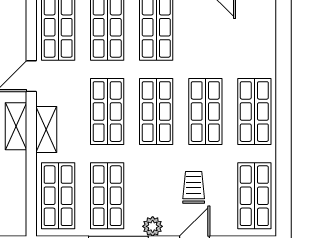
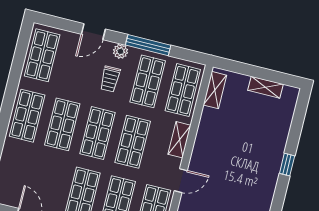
shelving: (16, 126) -> (215, 90), moved
trolley: (194, 187) -> (110, 79), moved

